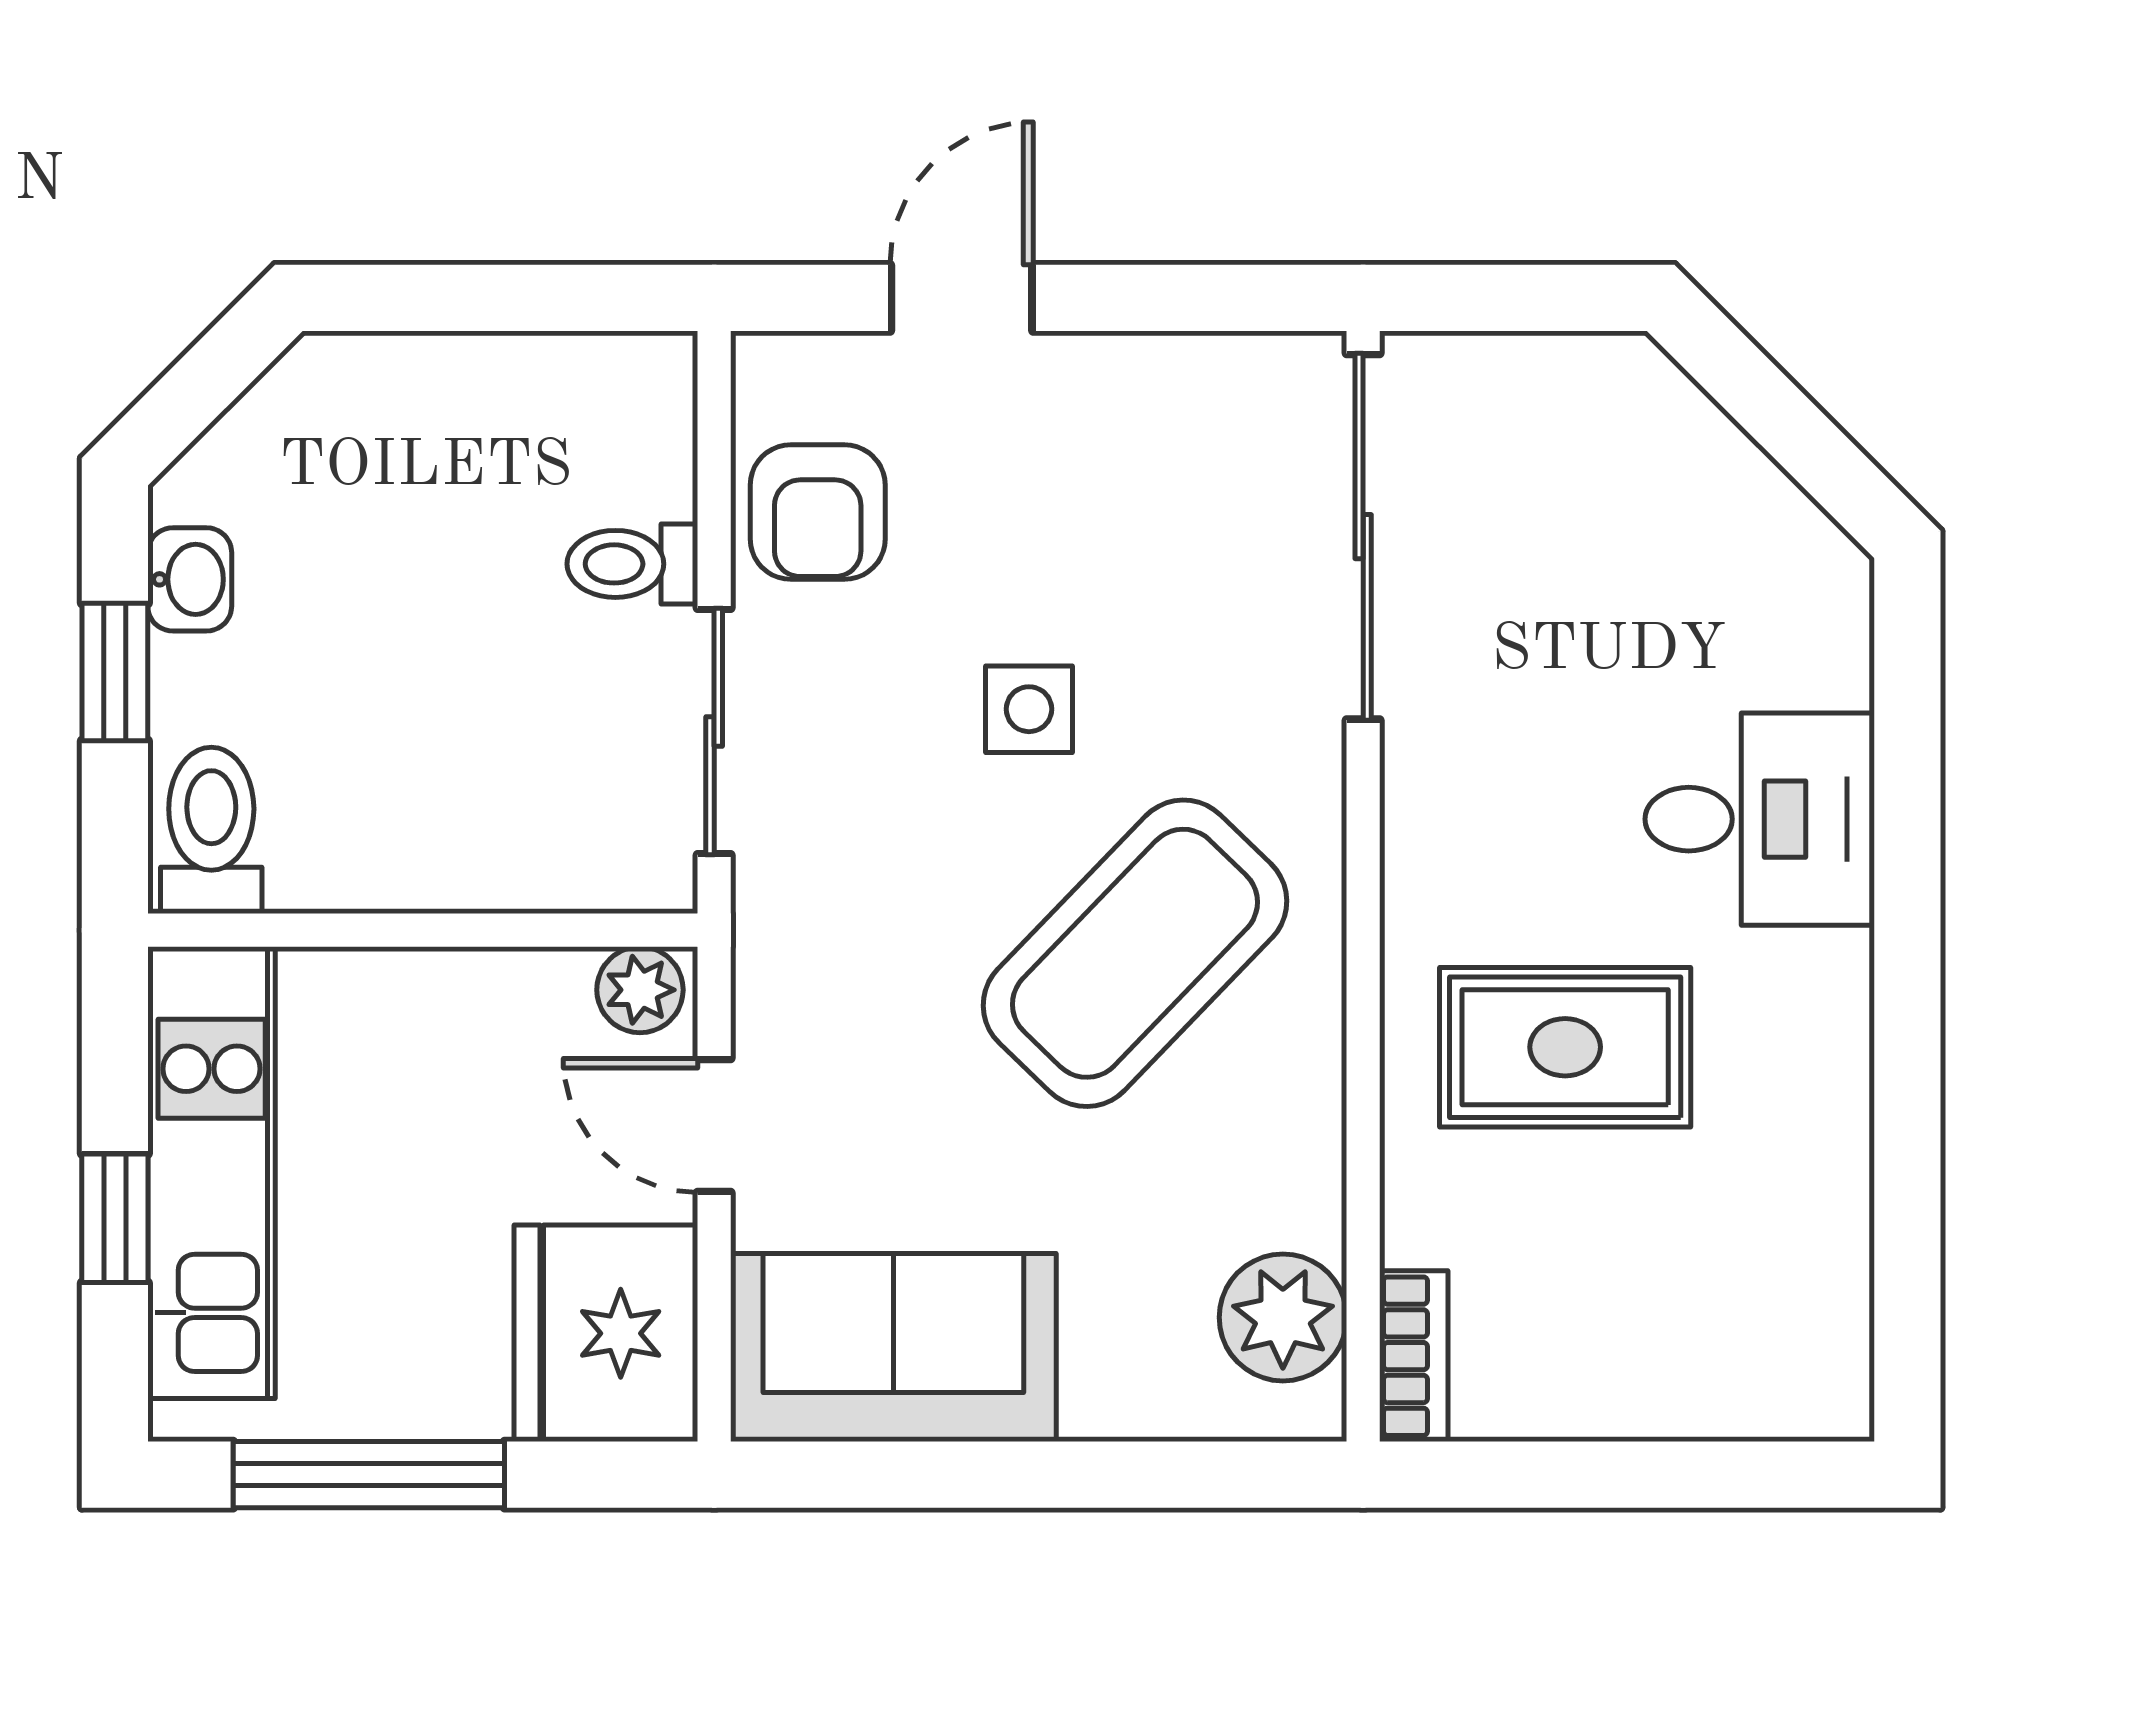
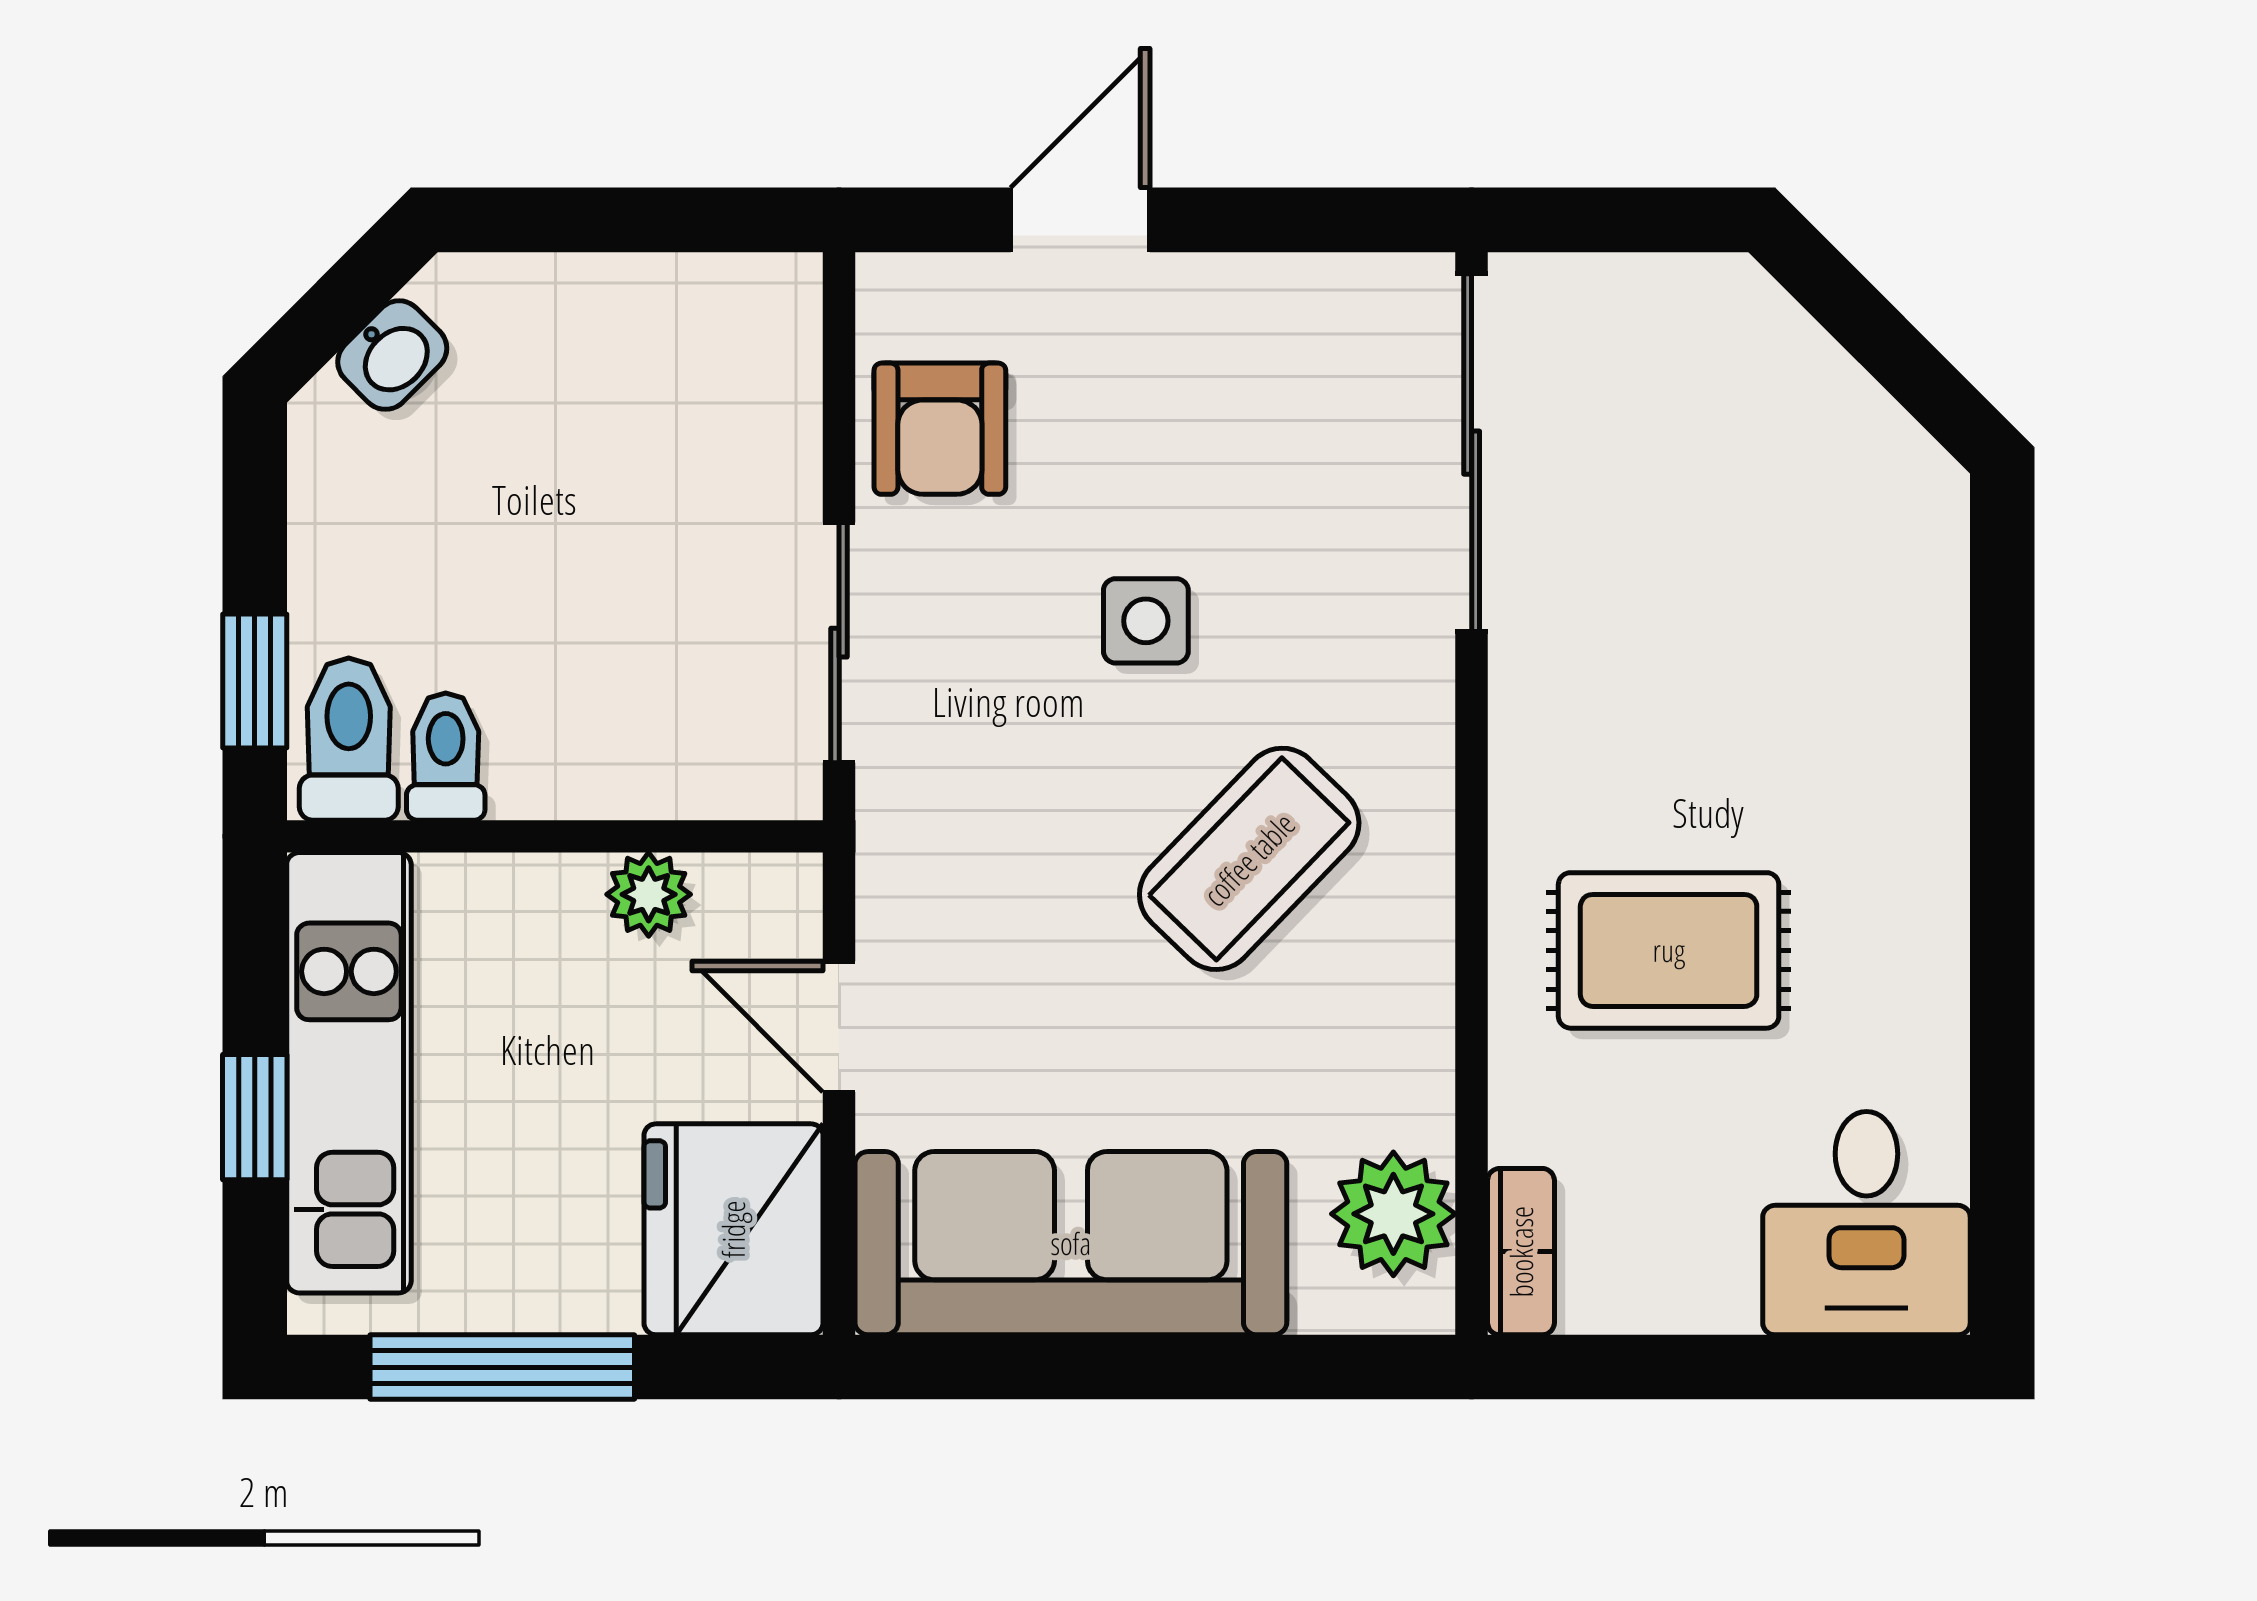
toilet: (632, 564) -> (446, 757), moved, turned 90
washbasin: (190, 579) -> (392, 355), moved, turned 45
window: (115, 672) -> (255, 681), moved
desk: (1760, 819) -> (1866, 1223), moved, turned 90
coffee table: (1135, 953) -> (1249, 859), width x0.73, depth x0.76
plant: (640, 990) -> (649, 894), moved
sofa: (893, 1348) -> (1071, 1243), width x1.36

